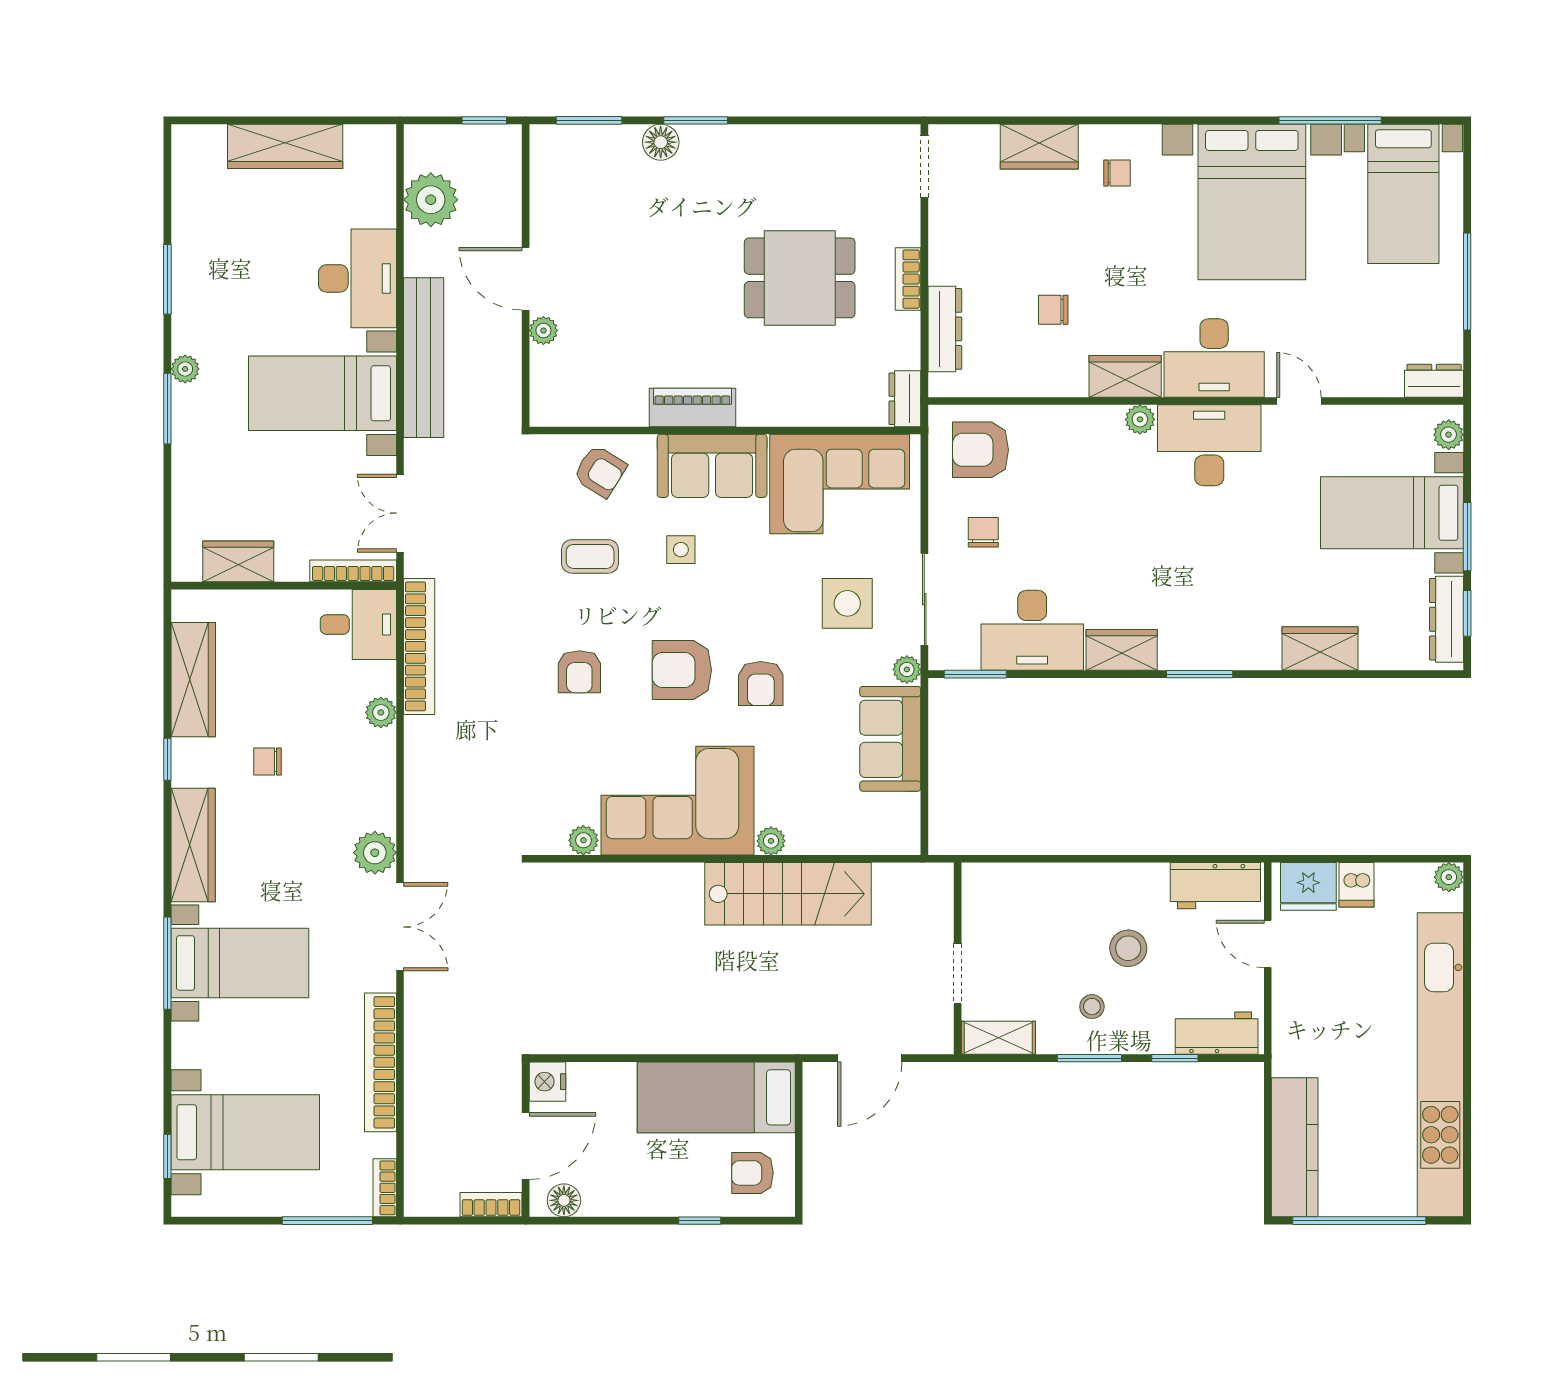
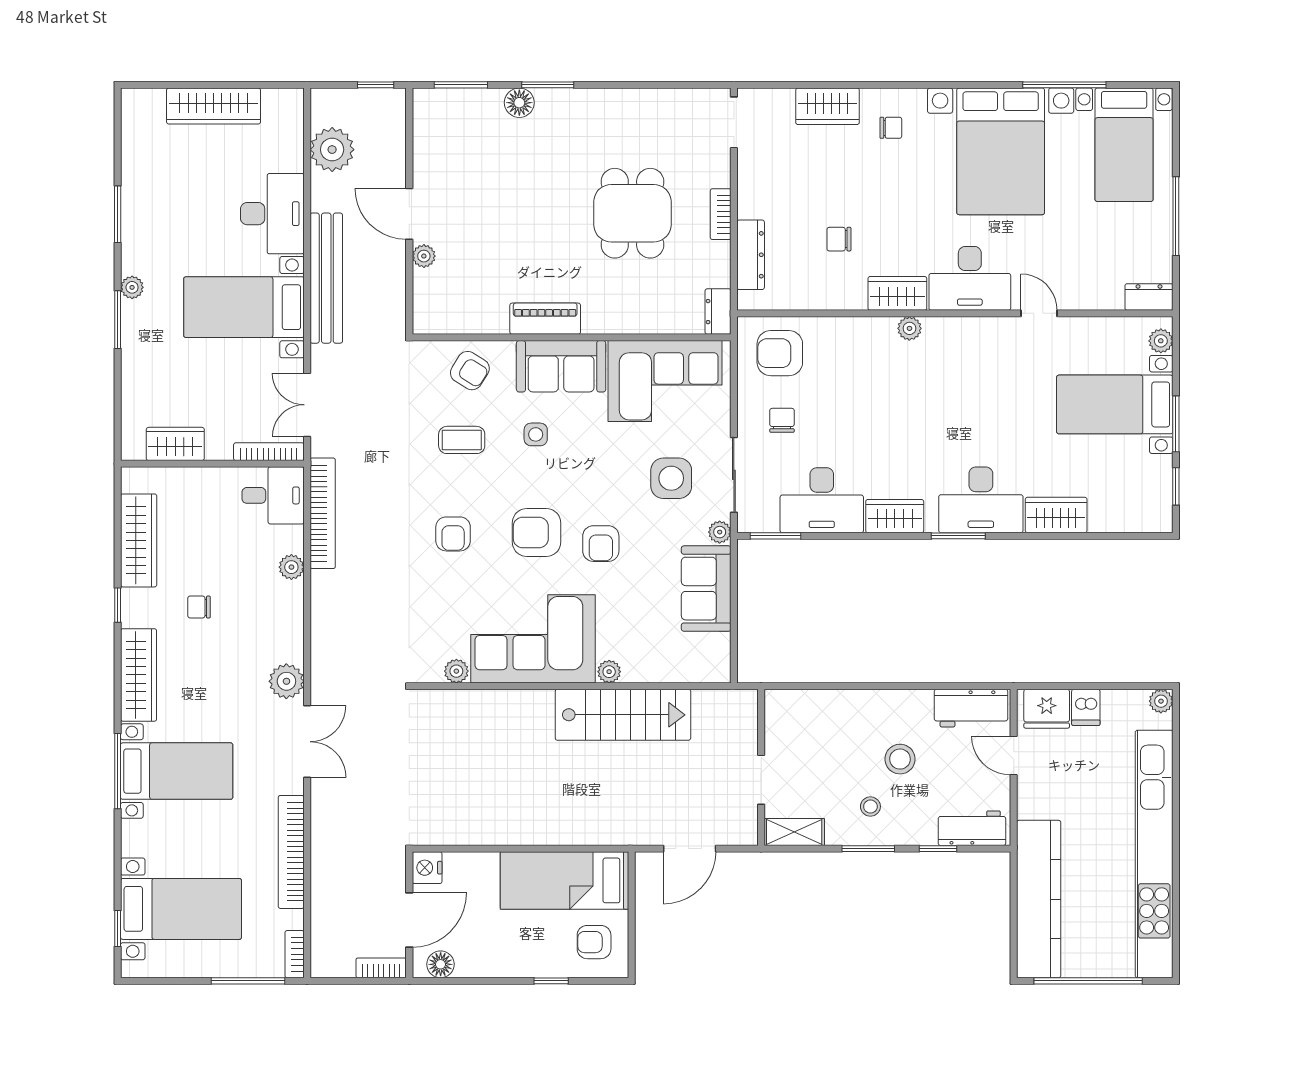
dining table: (800, 278) -> (632, 213), turned 90
desk: (1209, 445) -> (981, 500), moved, turned 180
dresser: (1447, 619) -> (1159, 491), removed
kitchen counter: (1295, 1147) -> (1039, 899), width x1.39, depth x1.17

